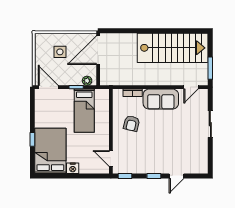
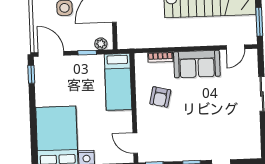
bed: (84, 111) -> (118, 82), moved
window: (32, 139) -> (31, 74), moved

